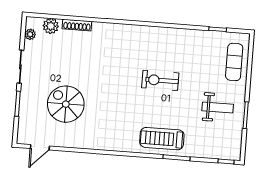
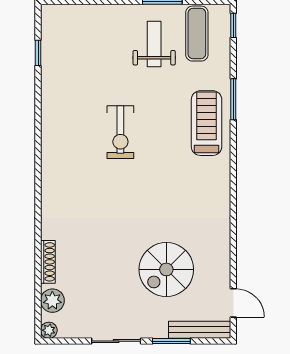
plant: (30, 34) -> (49, 330), moved
exercise mat: (234, 62) -> (197, 34), moved, turned 90
bench: (24, 123) -> (200, 330), added
treadmill: (162, 139) -> (207, 123), turned 180

